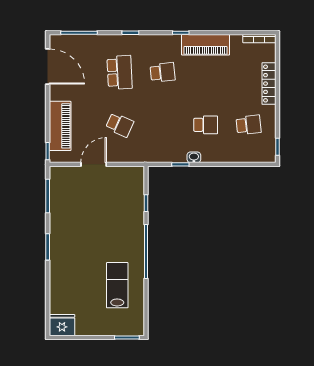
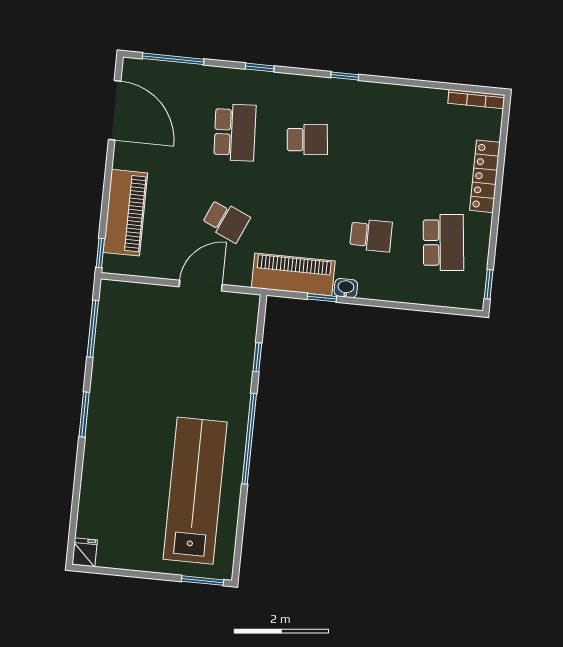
piano: (205, 45) -> (293, 274), moved, turned 180
school desk: (249, 125) -> (443, 243), width x1.85
door: (94, 164) -> (201, 286), moved
lab bench: (117, 285) -> (195, 491), width x1.86, depth x1.39
fridge: (62, 325) -> (85, 552), width x0.53, depth x0.75

